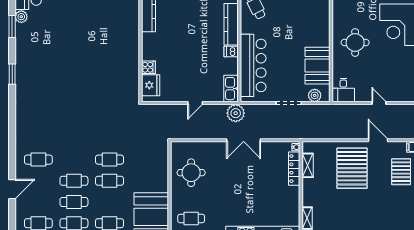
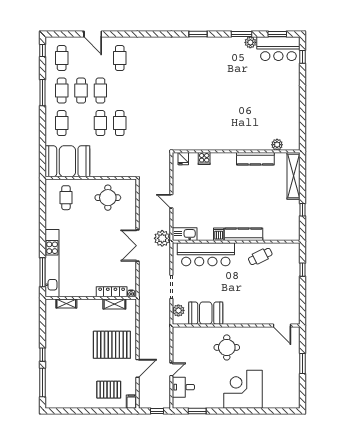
fridge: (151, 85) -> (183, 159), width x0.53, depth x0.75
desk: (343, 90) -> (183, 387), moved

